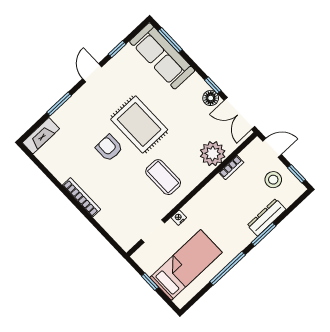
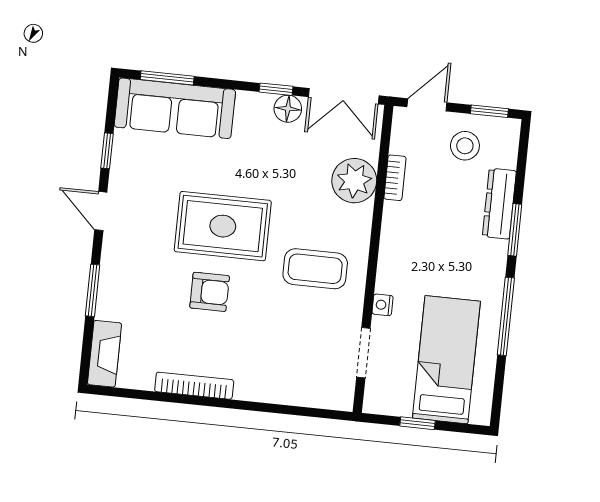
armchair: (109, 148) -> (210, 292), turned 180
bookcase: (82, 197) -> (194, 386), moved

